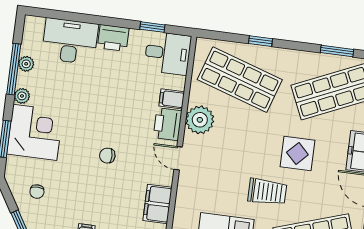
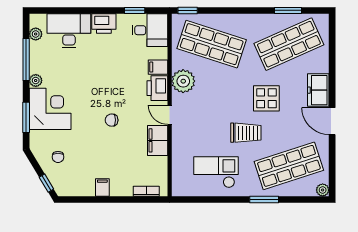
window: (261, 41) -> (188, 10), moved
plant: (26, 64) -> (36, 34), moved
filing cabinet: (157, 204) -> (158, 140), moved

